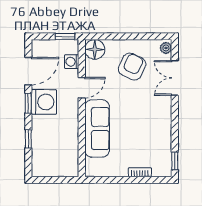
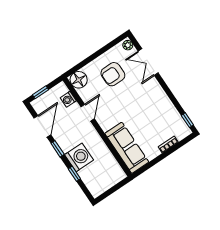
window: (65, 36) -> (41, 92), moved
armchair: (132, 67) -> (113, 74), turned -115
washing machine: (44, 102) -> (79, 157), moved
sofa: (97, 129) -> (127, 148), moved

